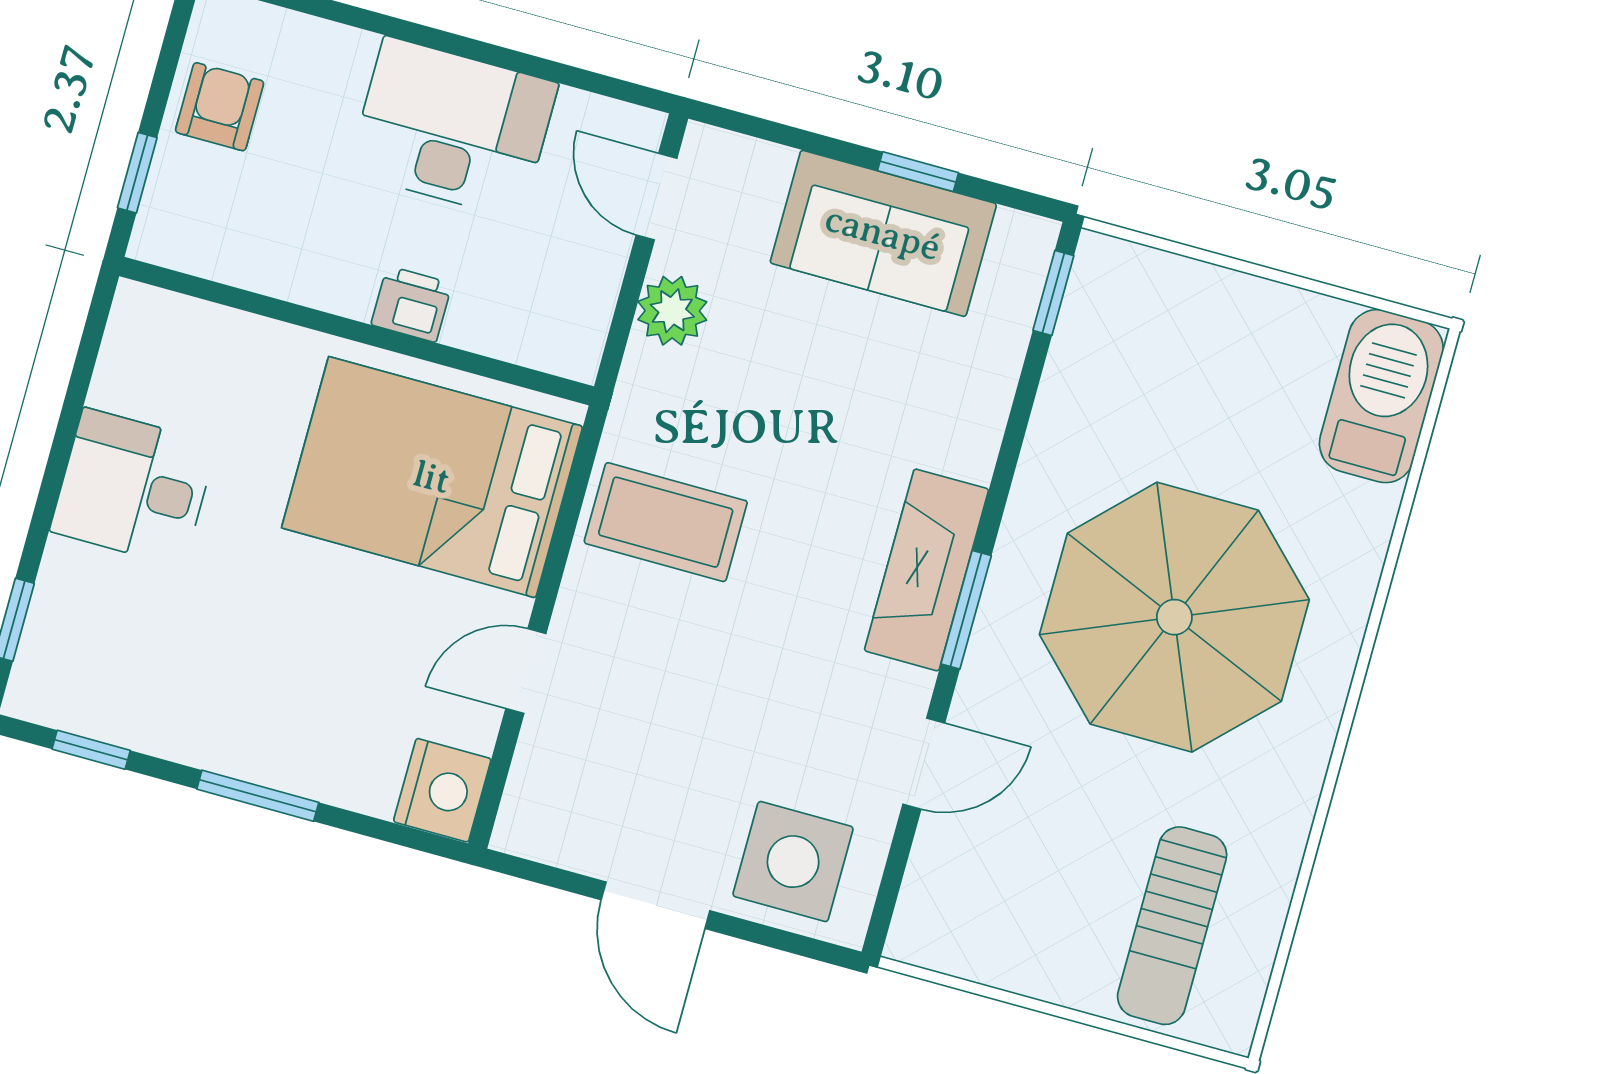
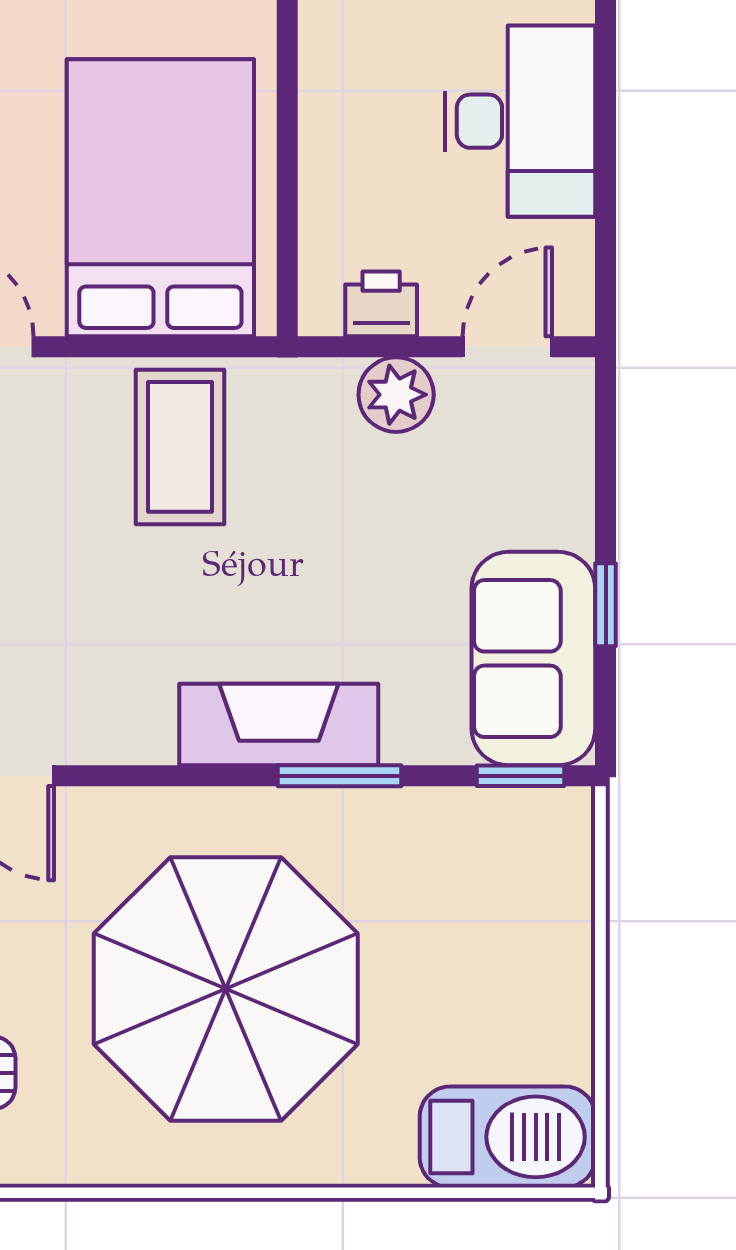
sofa: (883, 233) -> (533, 659), moved
printer: (412, 304) -> (381, 304), moved, turned -90
fireplace: (927, 570) -> (279, 725), moved
window: (966, 610) -> (339, 776), moved

